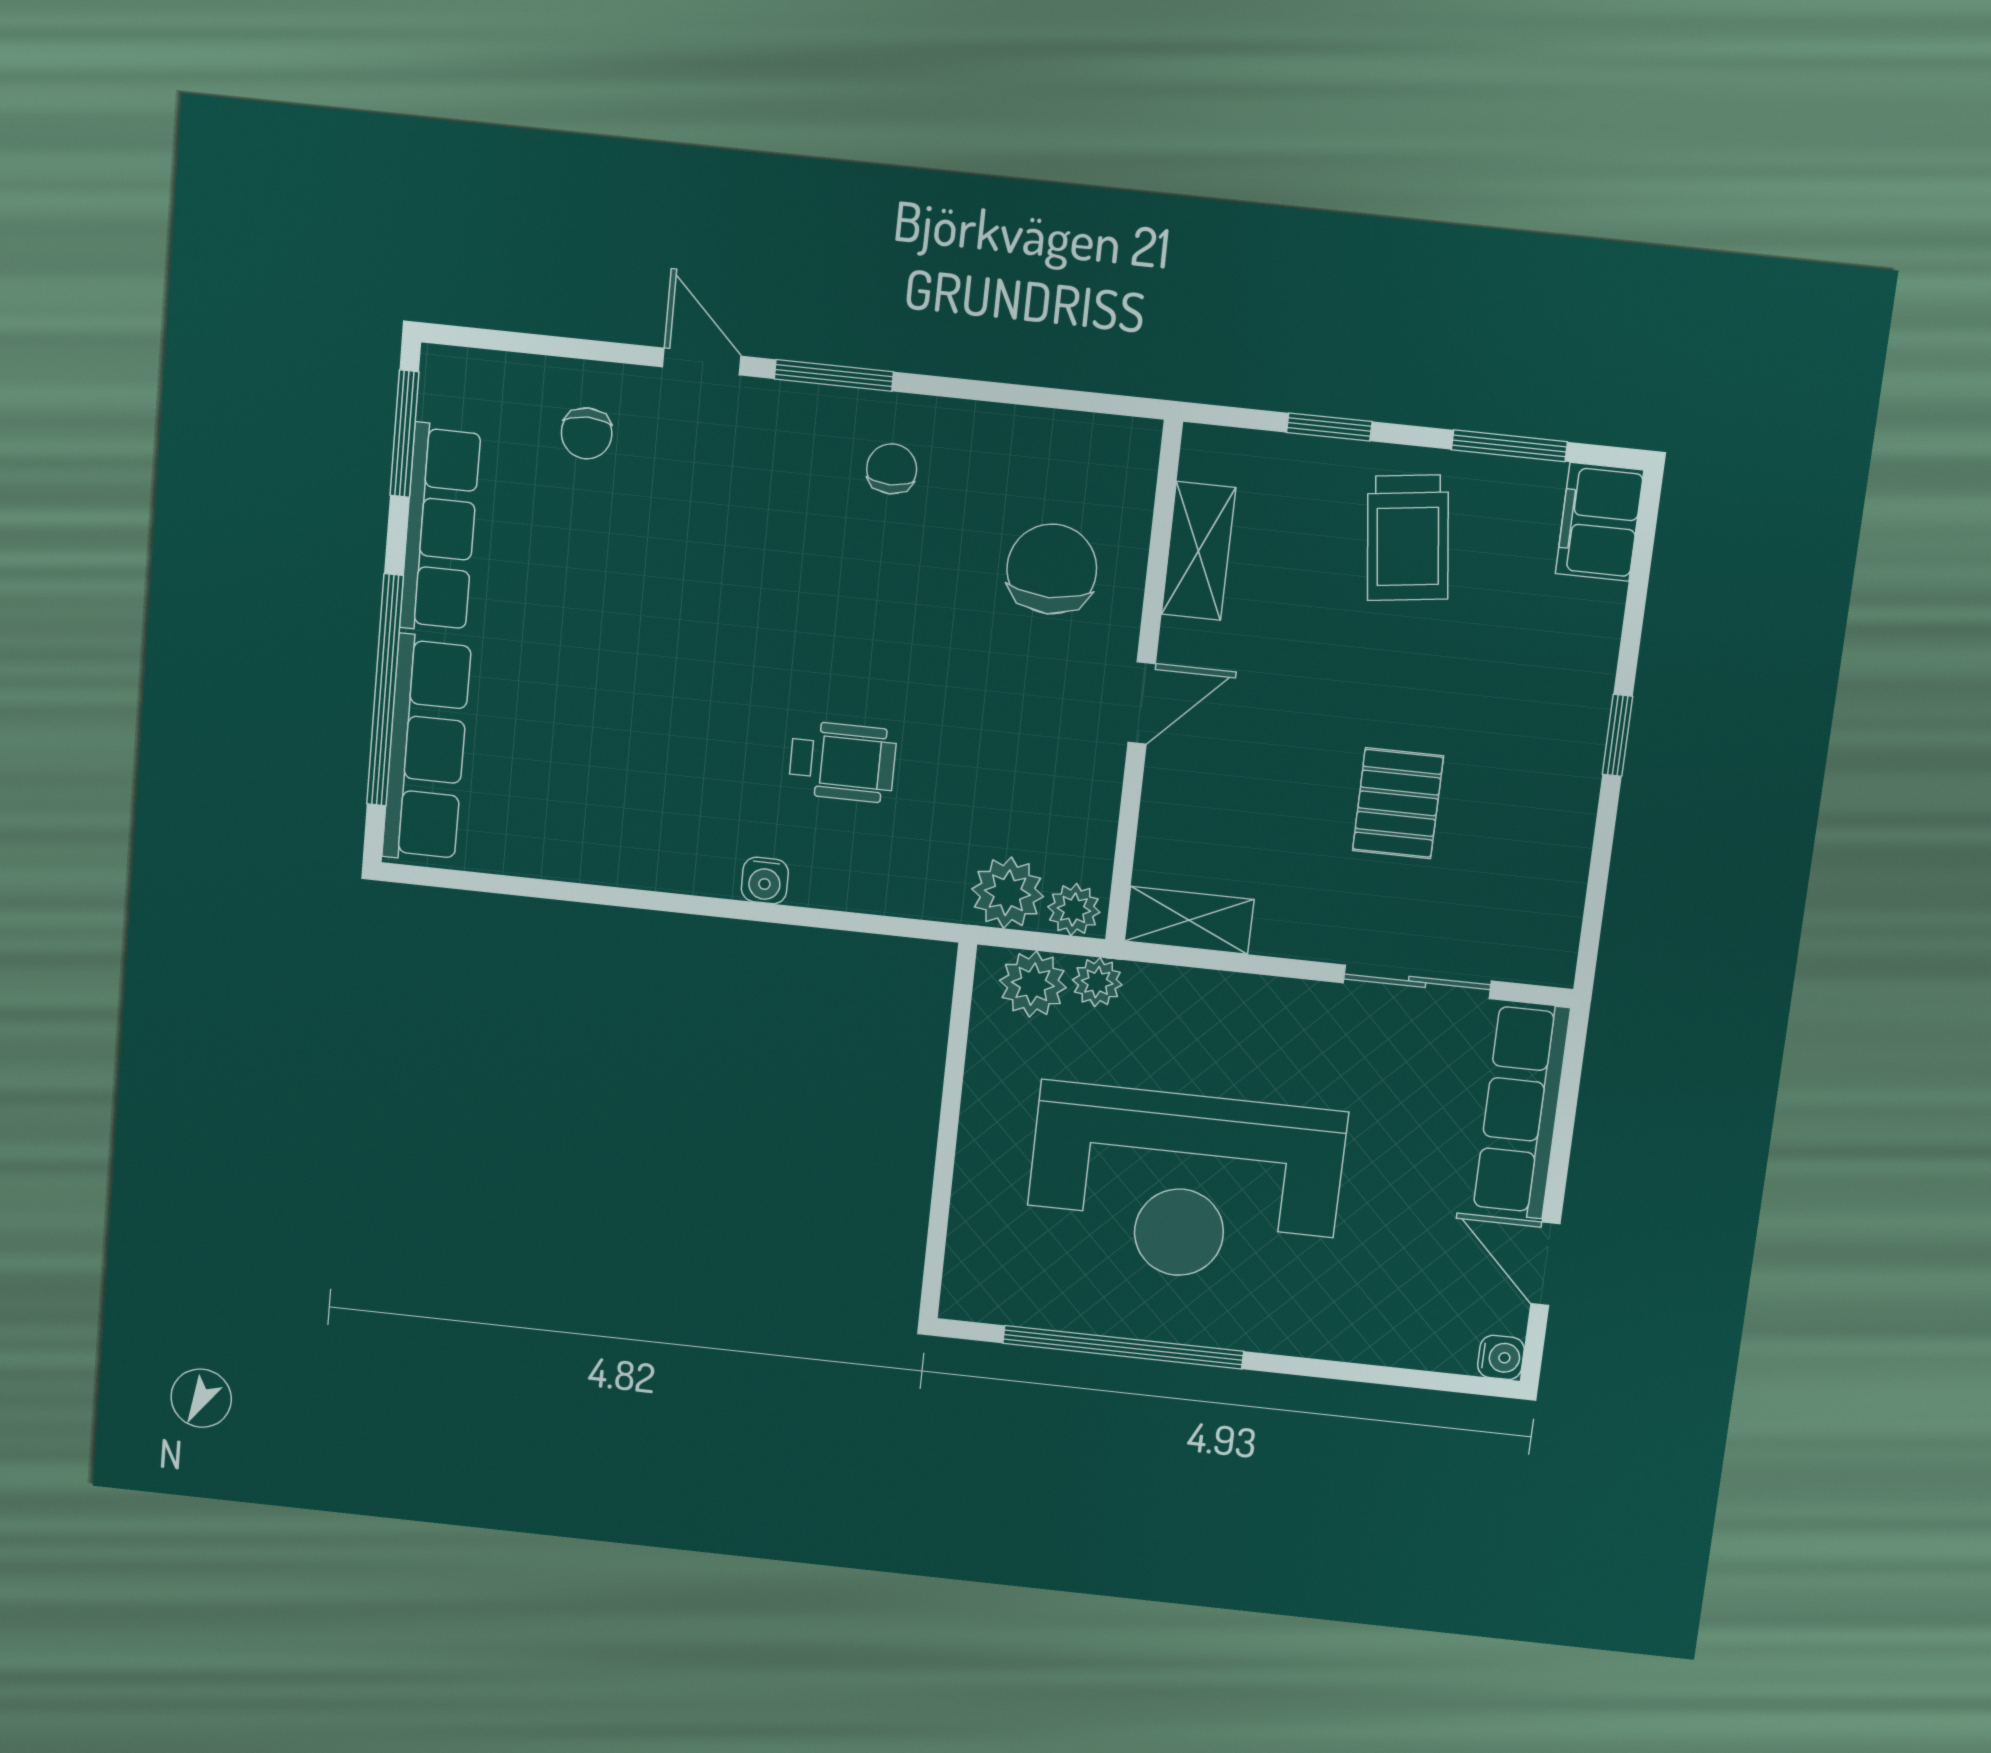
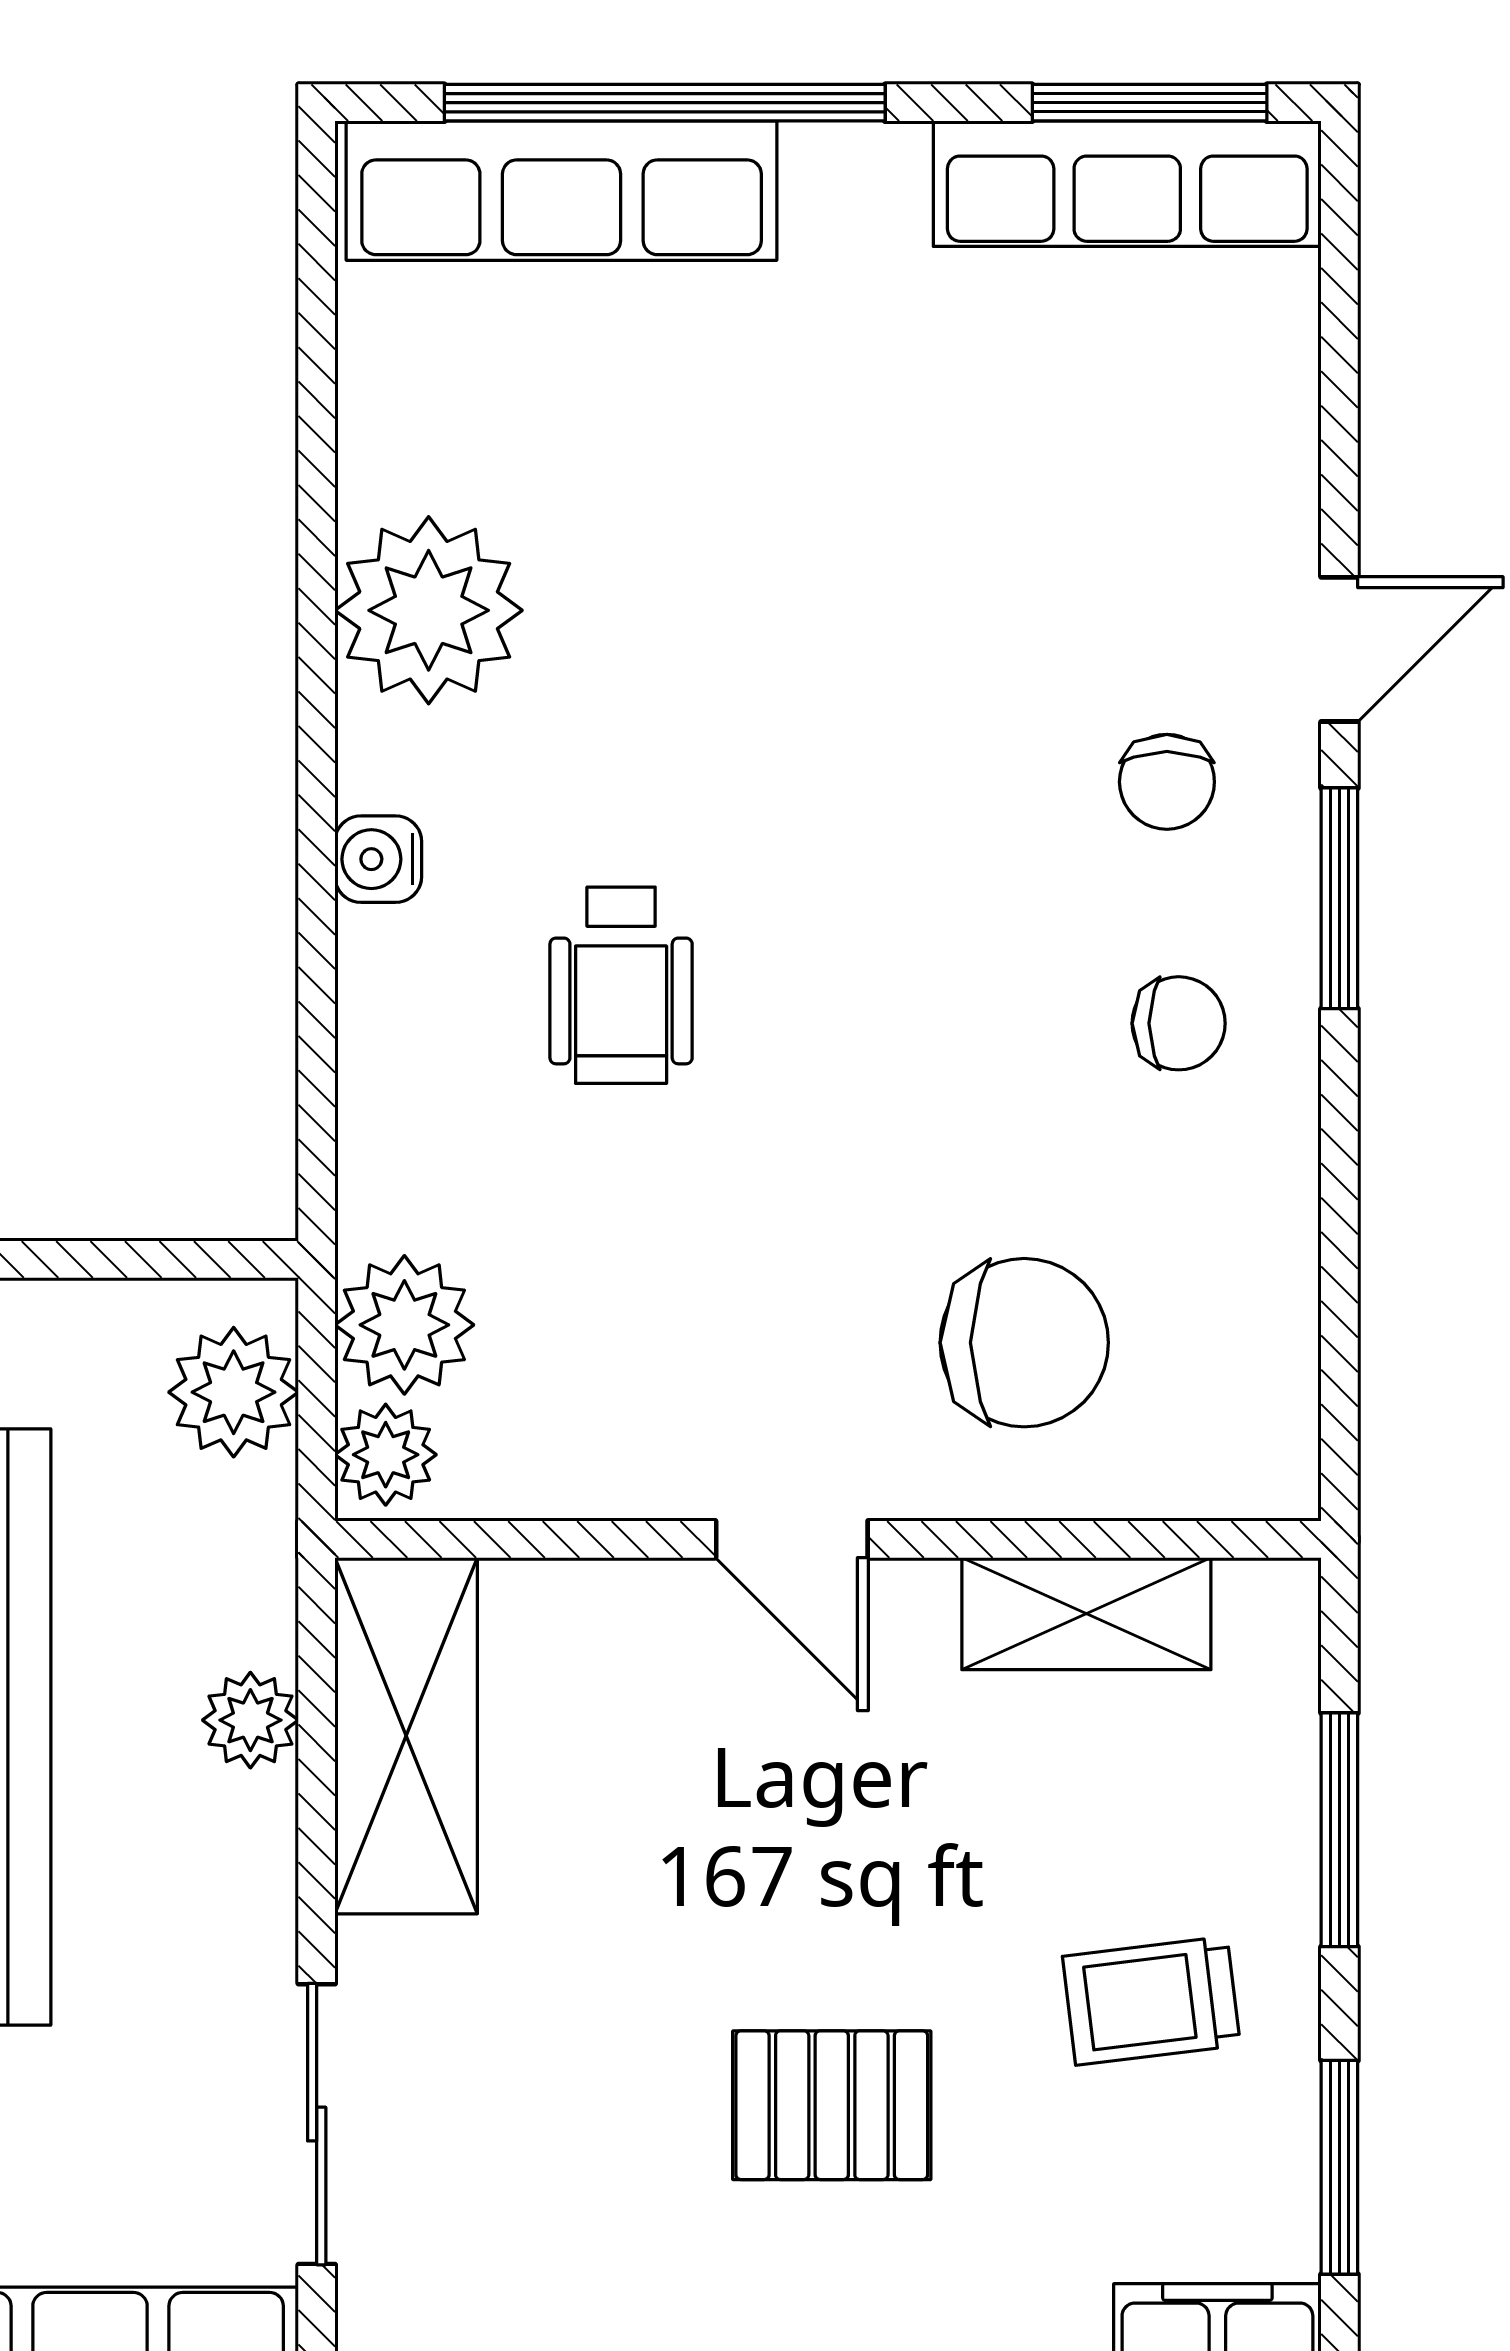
window: (1329, 427) -> (1339, 1830), width x1.50
chair: (587, 433) -> (1167, 782), moved, turned -90
row of seats: (440, 528) -> (1127, 184), moved
trolley: (1408, 538) -> (1151, 2001), width x0.73, depth x0.72
pallet: (1398, 803) -> (832, 2105), moved
plant: (638, 841) -> (429, 610), added
shelving: (1189, 920) -> (406, 1736), width x1.50, depth x1.33
plant: (1097, 982) -> (250, 1720), moved

